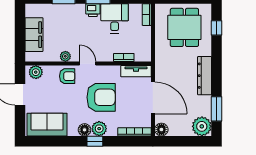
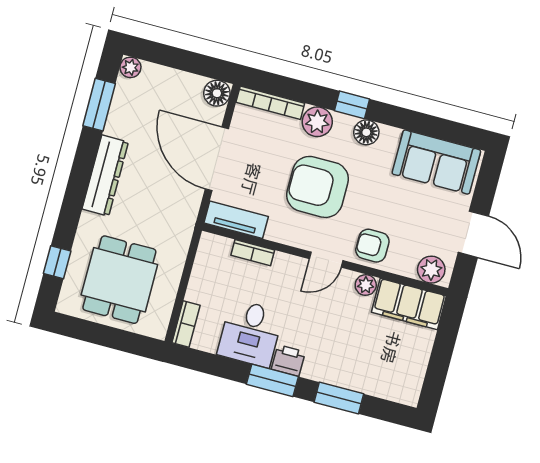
filing cabinet: (34, 35) -> (409, 304), moved, turned -90
door: (88, 63) -> (326, 260), hinge flipped
plant: (202, 126) -> (130, 67), width x0.53, depth x0.53
plant: (99, 129) -> (317, 122), moved

